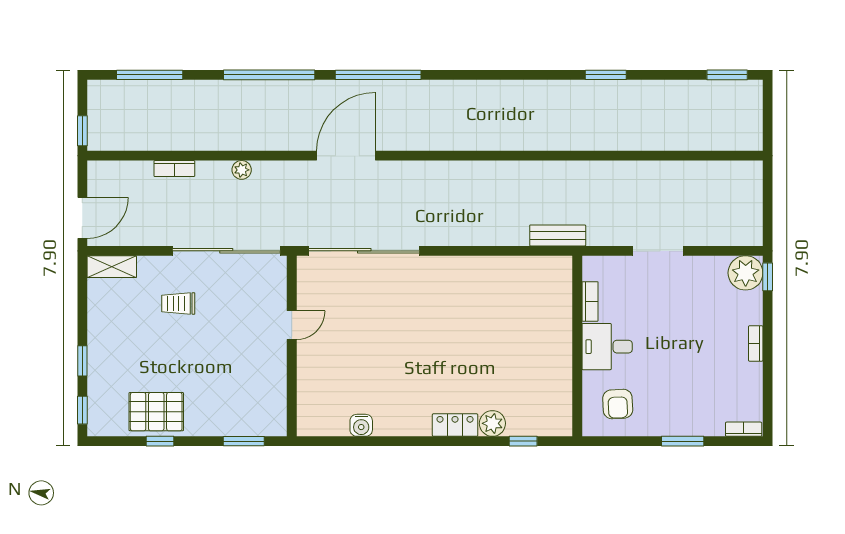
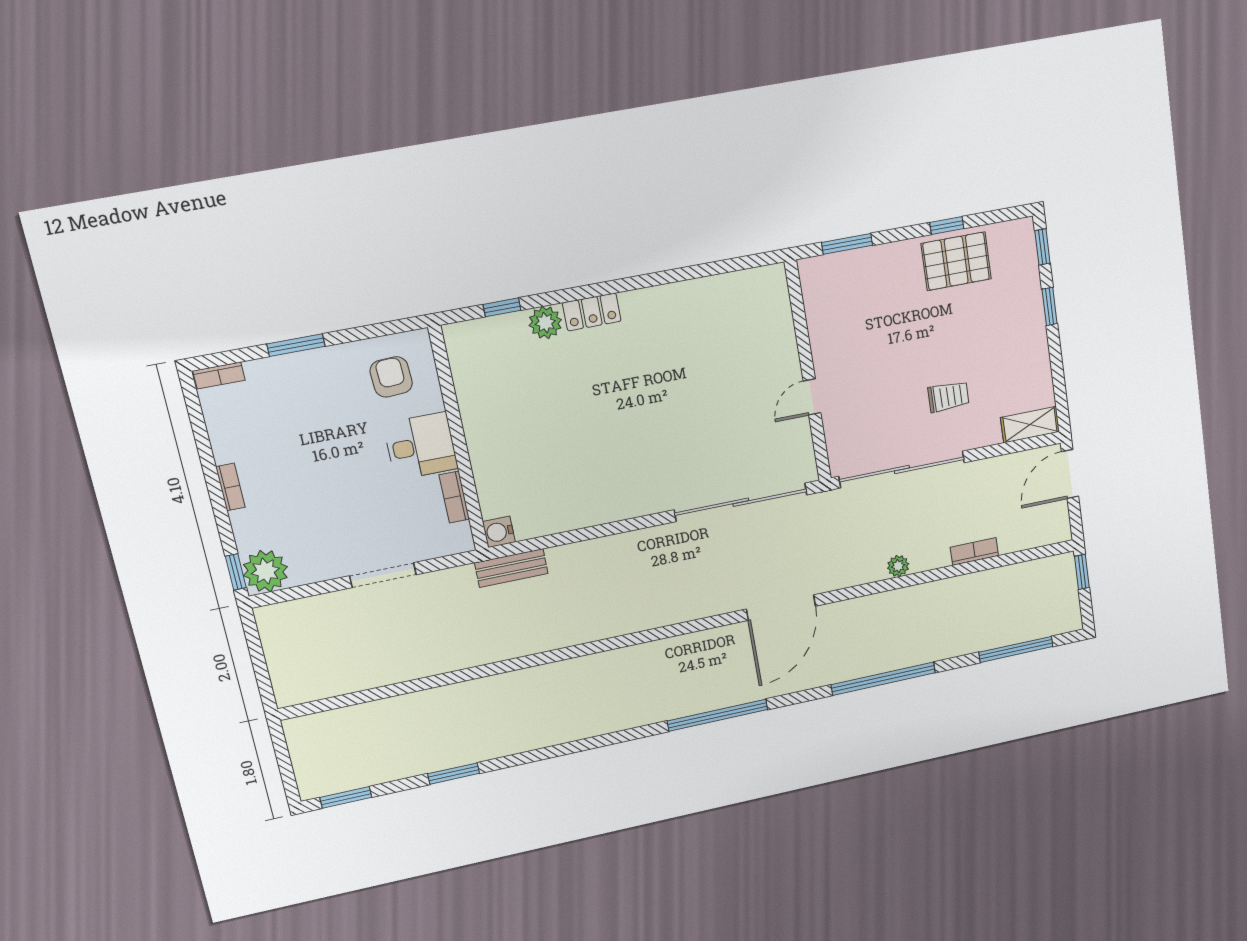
window: (378, 75) -> (718, 715), moved
window: (606, 75) -> (454, 774), moved
water cooler: (361, 425) -> (499, 532), moved, turned -90

